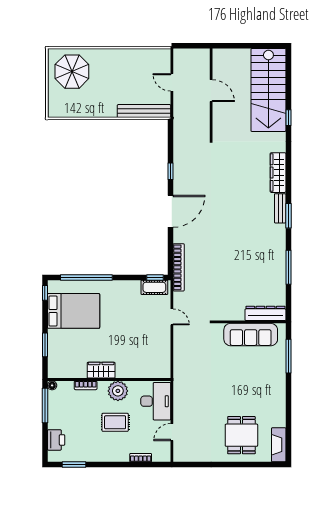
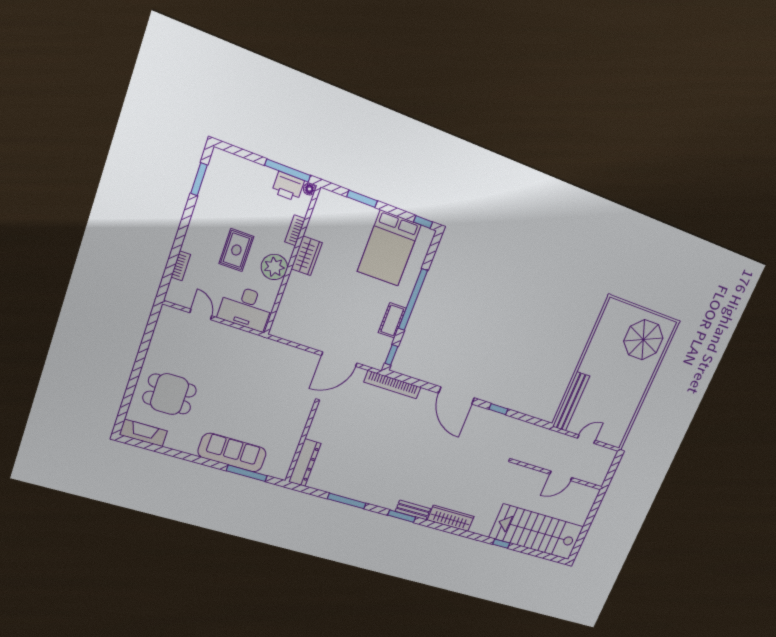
window: (86, 277) -> (413, 300), moved
cot: (154, 287) -> (392, 320), moved
door: (172, 317) -> (339, 359), width x1.88
sofa: (251, 335) -> (232, 453), moved, turned 90
printer: (56, 440) -> (288, 186), moved

